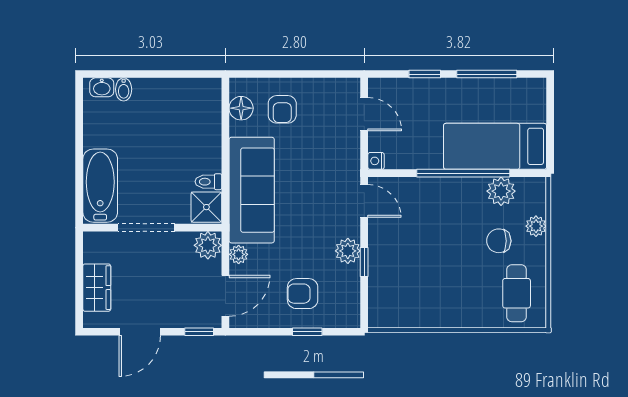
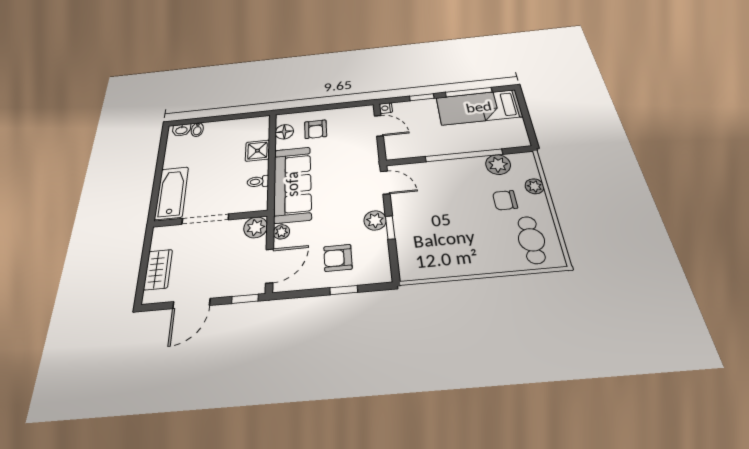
bed: (495, 146) -> (479, 107), moved
nightstand: (376, 161) -> (386, 108), moved
shower: (206, 207) -> (257, 151), moved

